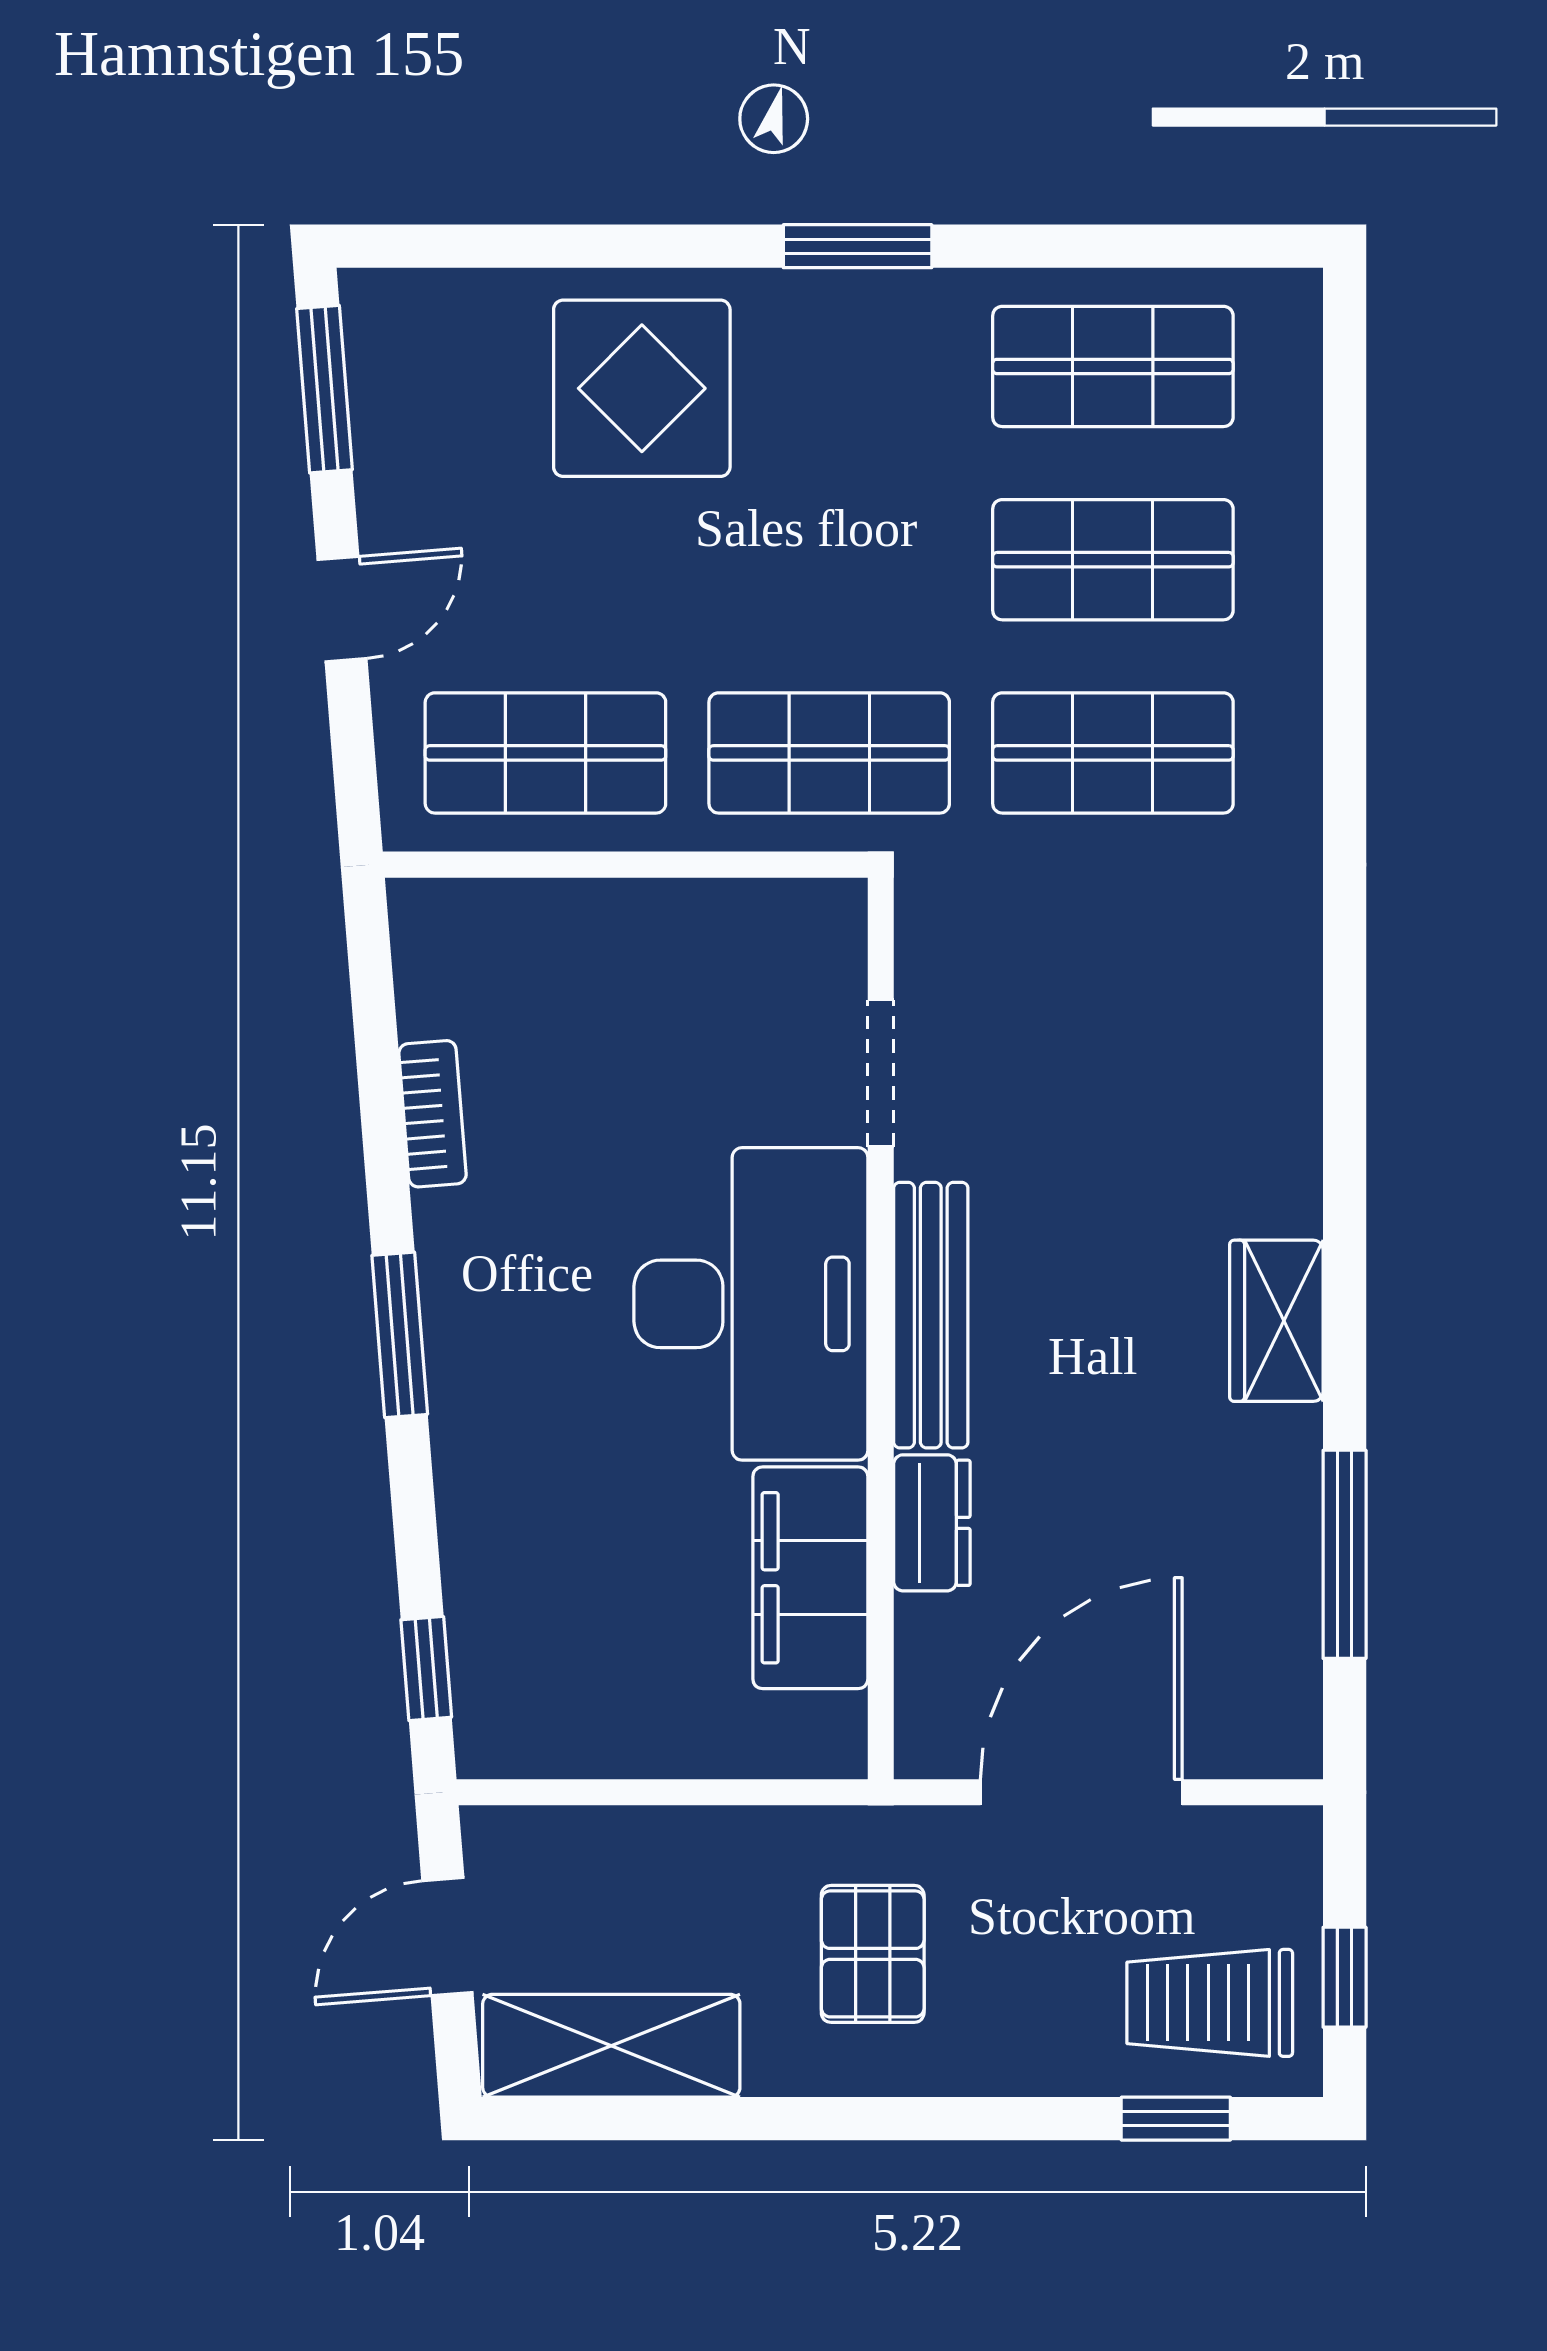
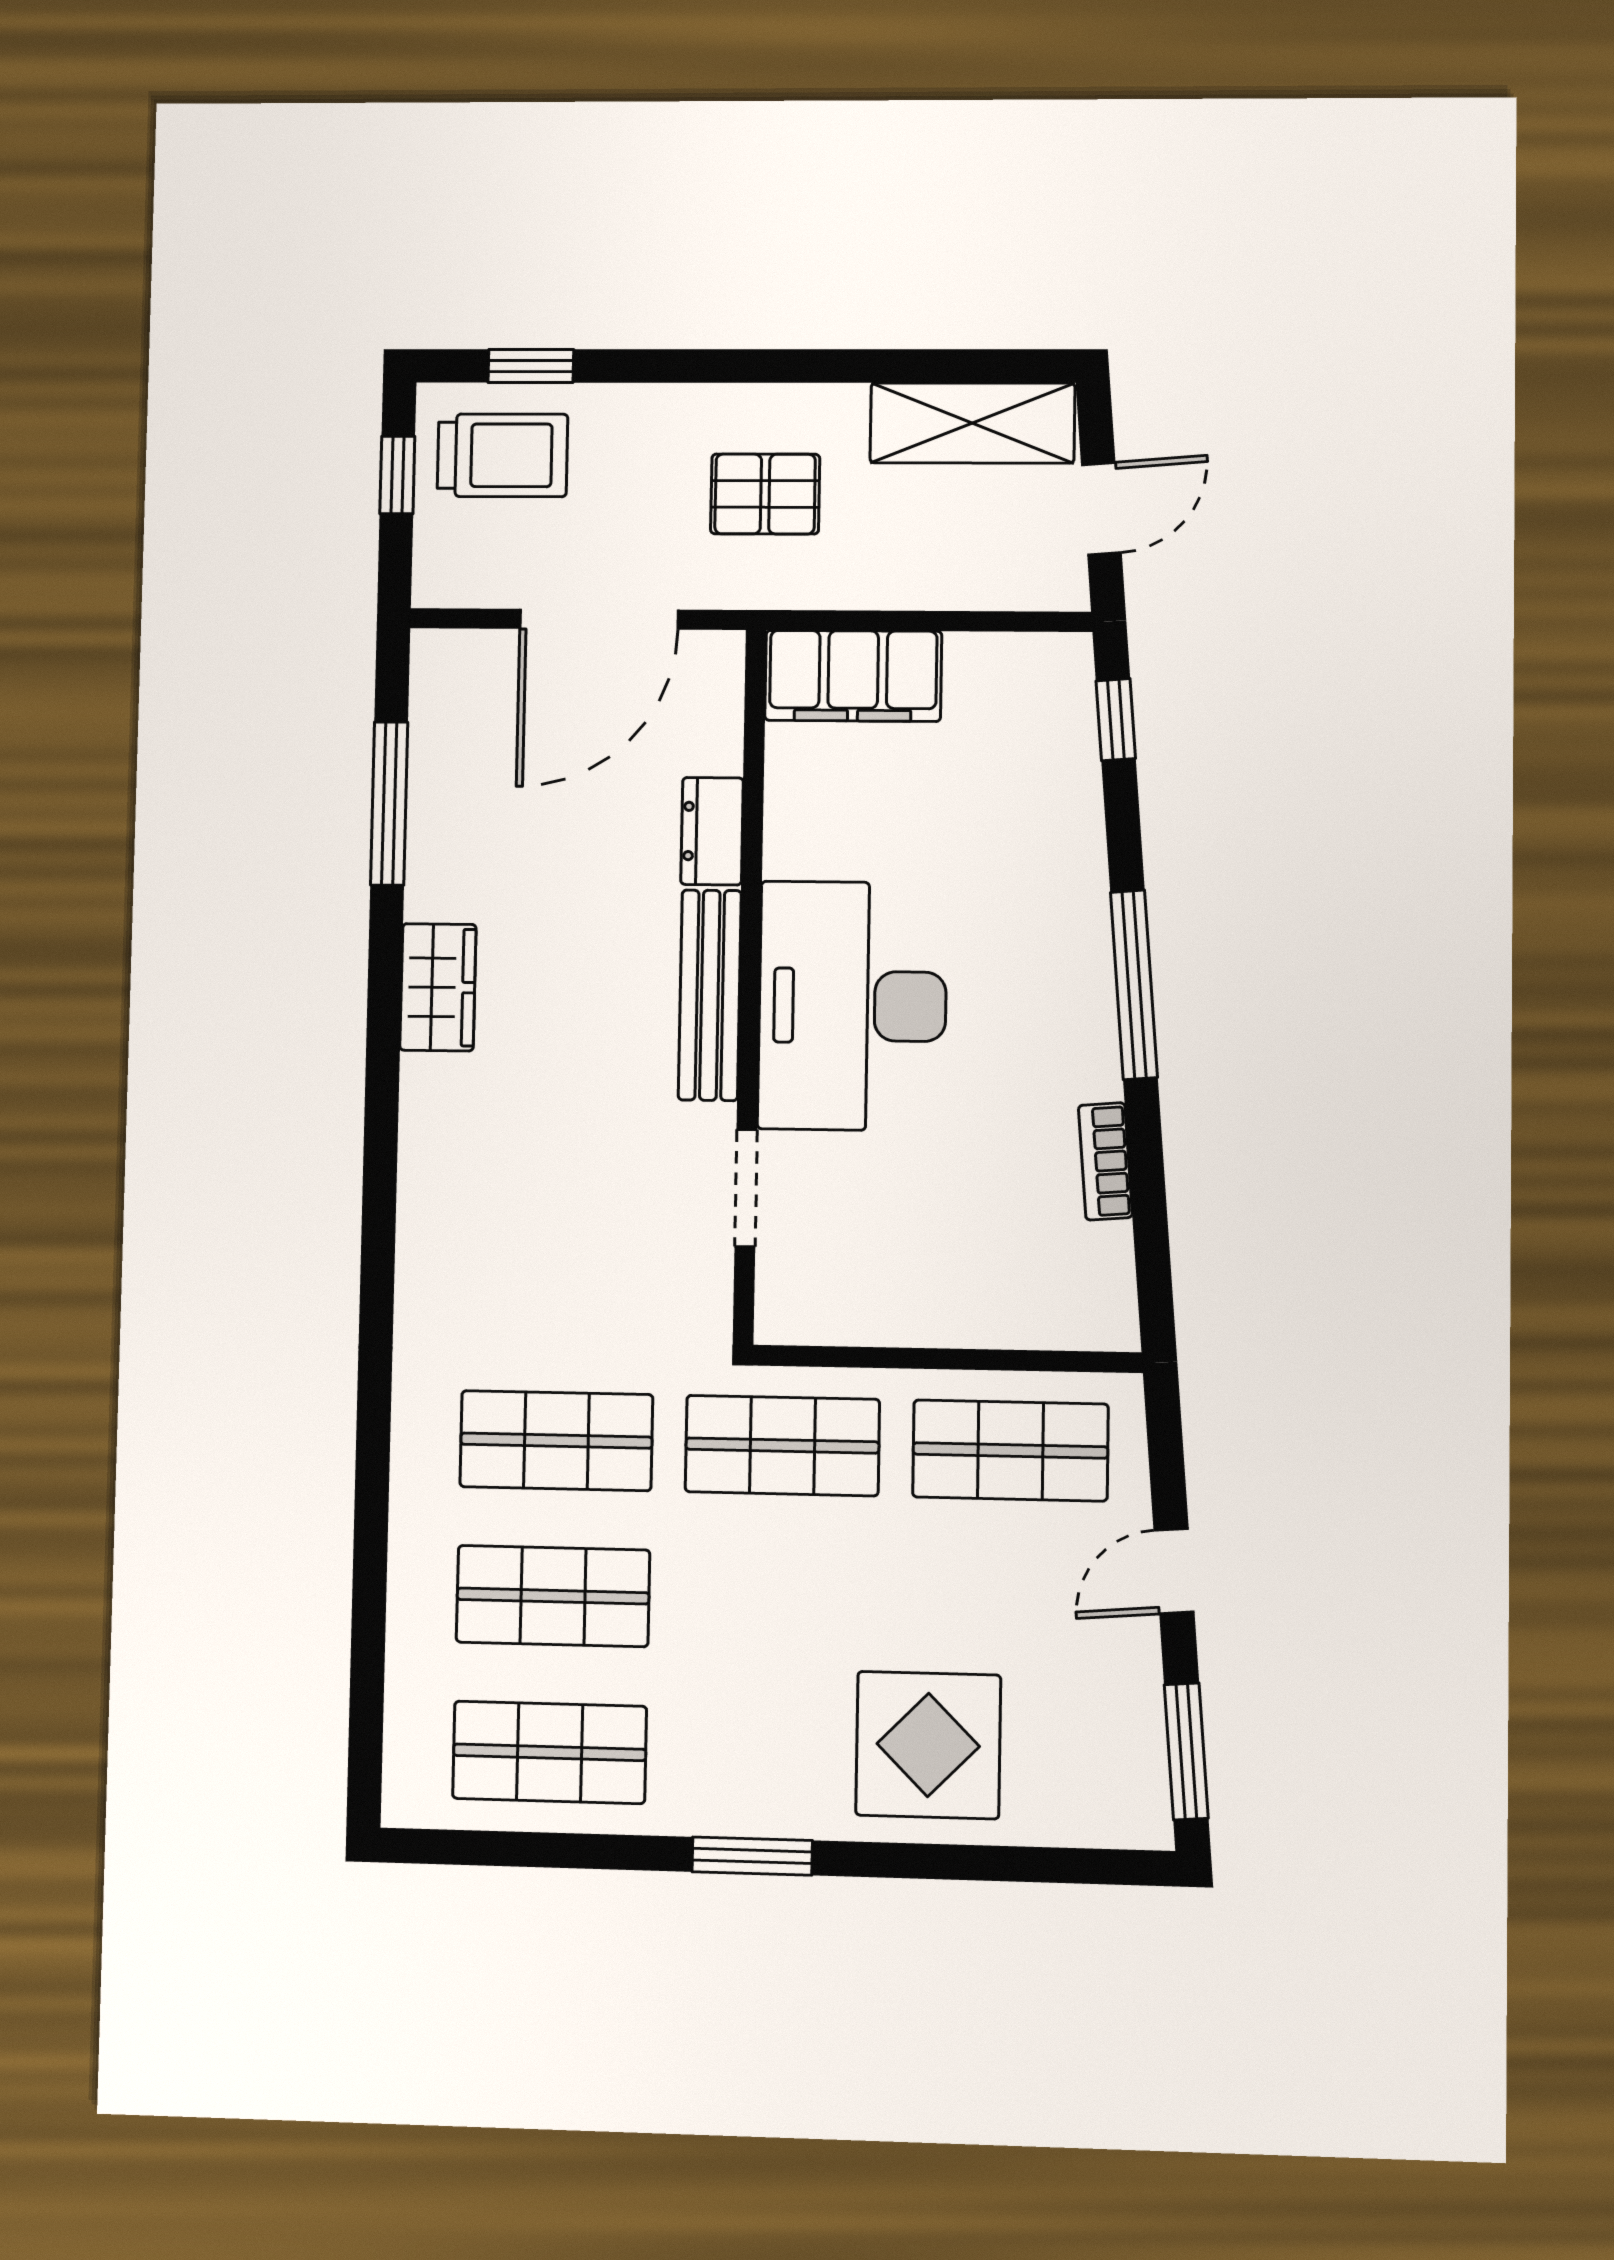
window: (400, 1335) -> (1134, 985), width x1.44
filing cabinet: (810, 1578) -> (853, 676), moved, turned 90
pallet: (873, 1954) -> (765, 494), turned 90

